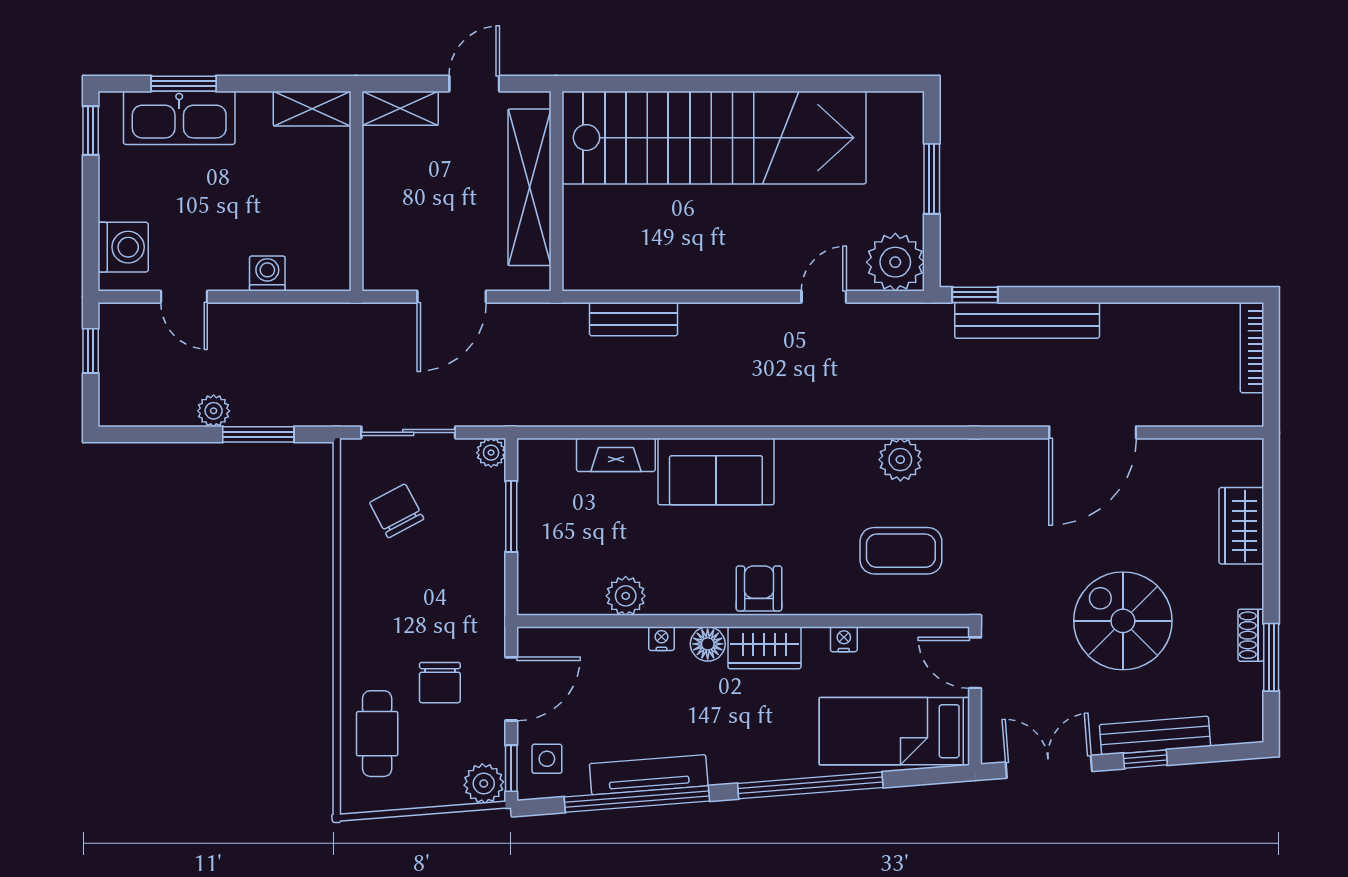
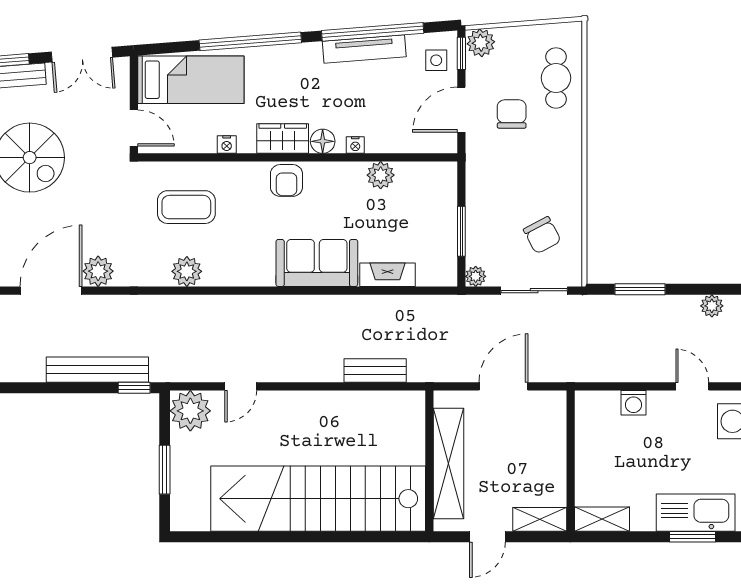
plant: (214, 411) -> (712, 306), moved
plant: (1026, 460) -> (98, 271), added

